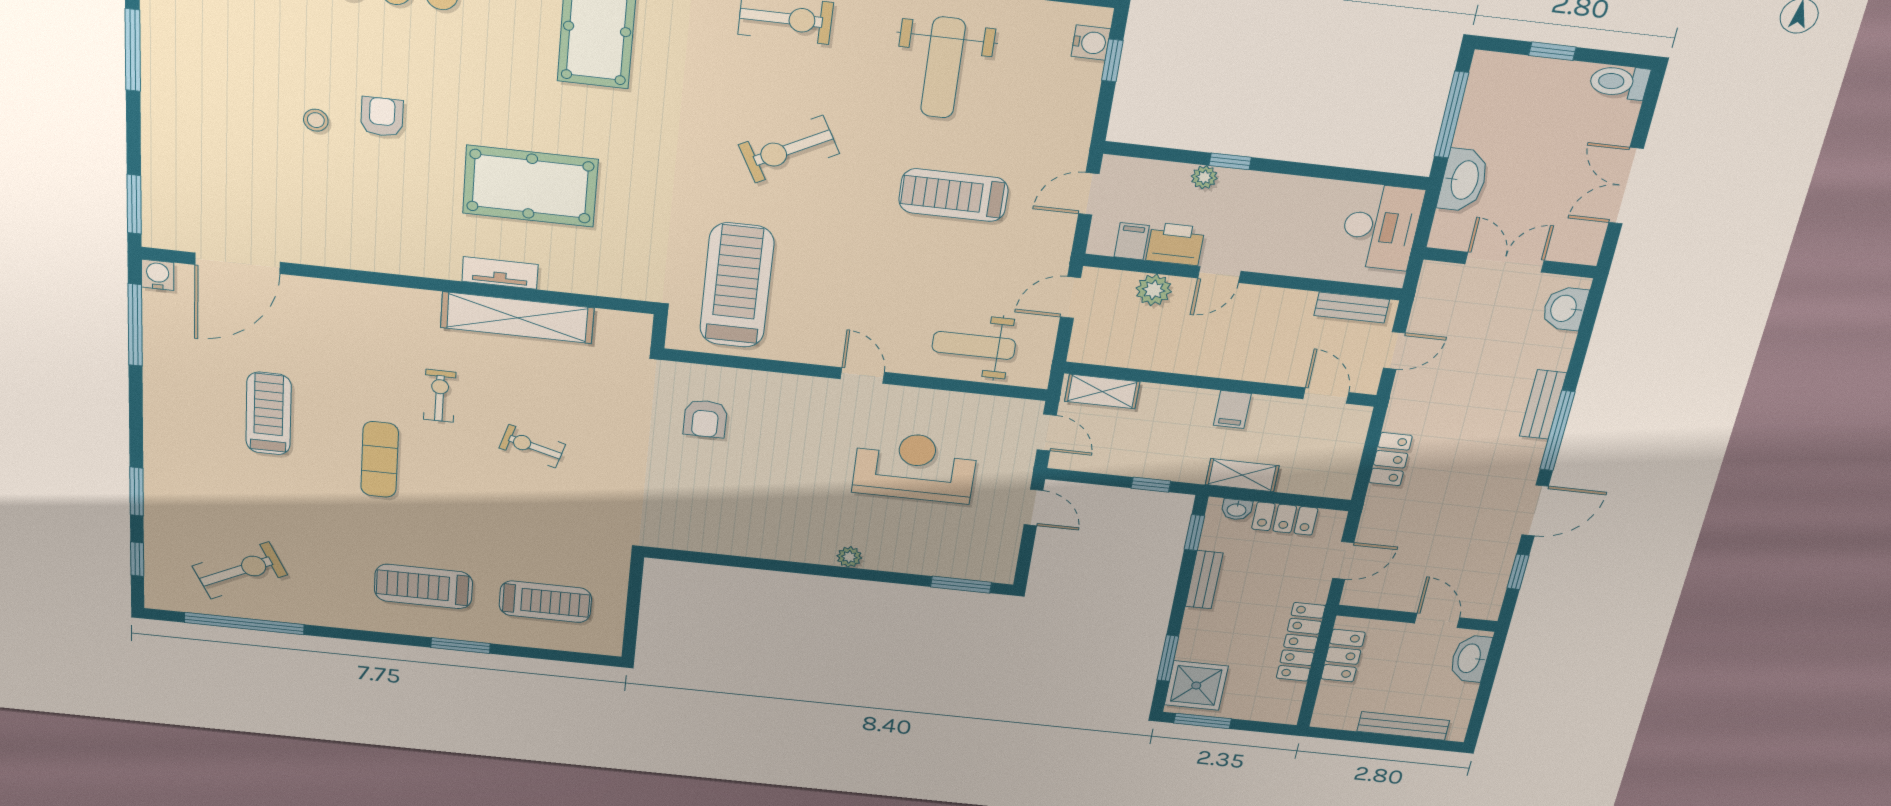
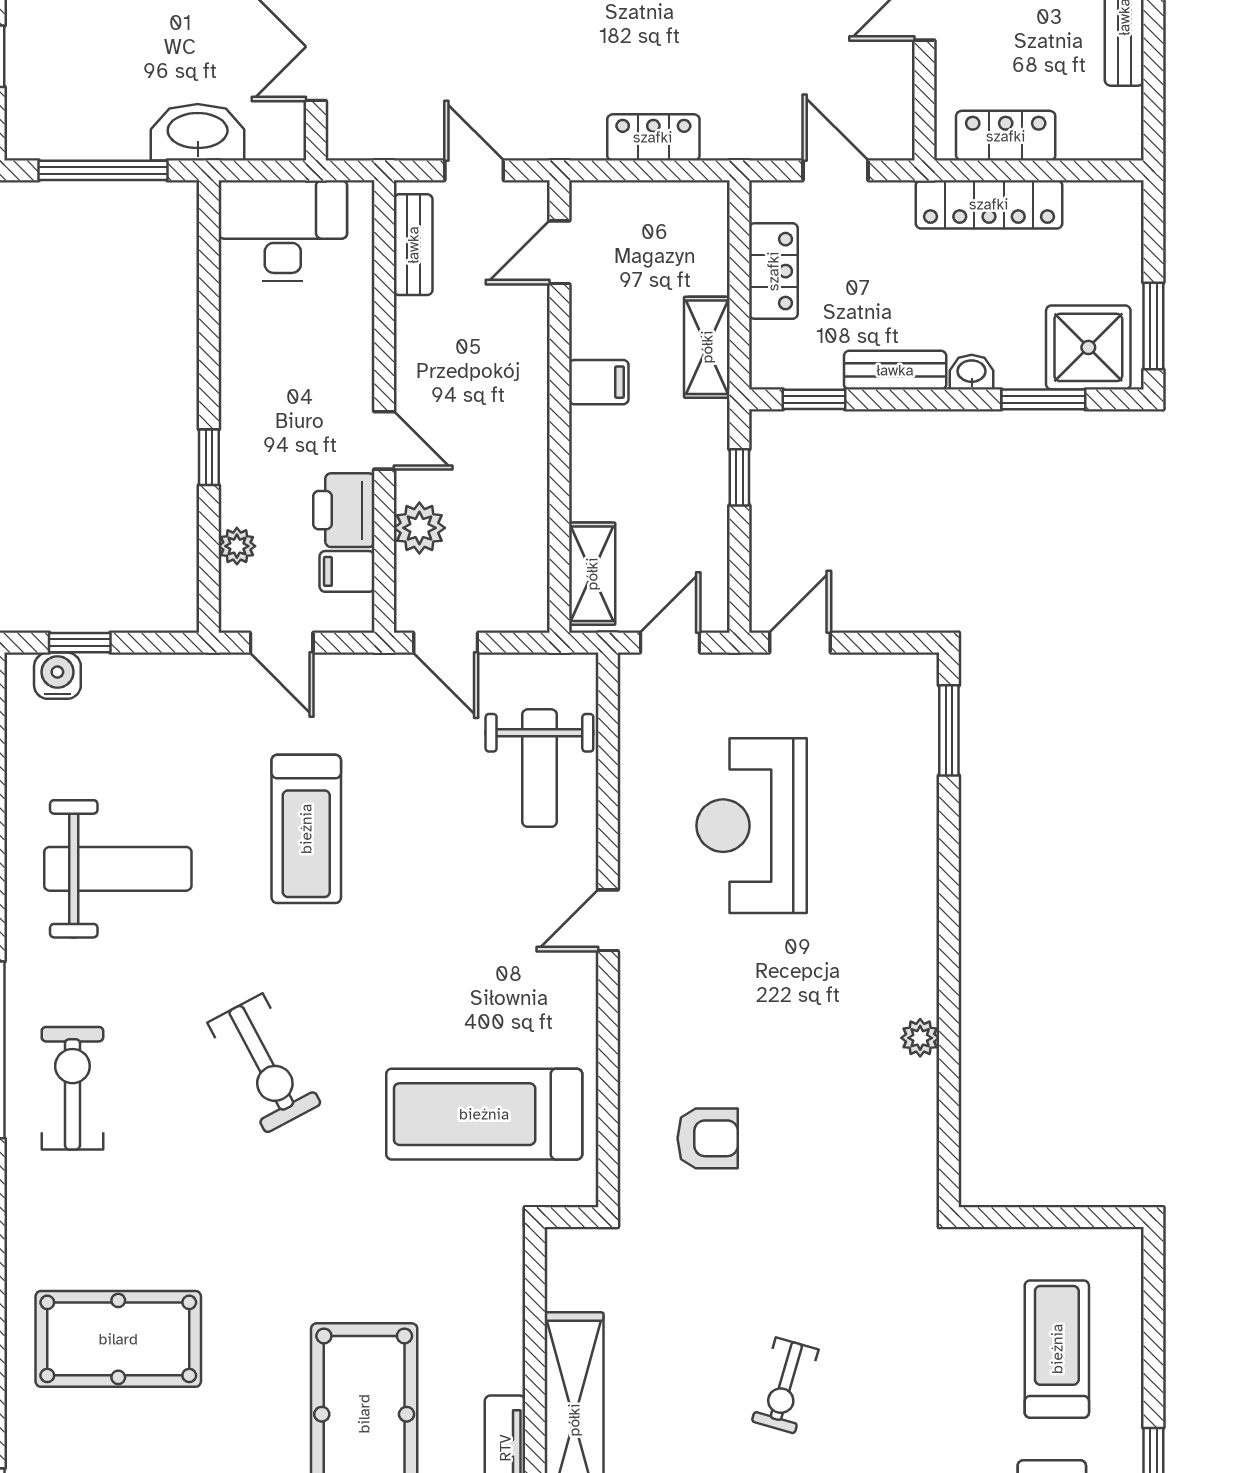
plant: (1204, 177) -> (237, 546), moved
washbasin: (1237, 510) -> (972, 372), moved, turned -90
plant: (849, 557) -> (920, 1038), moved

